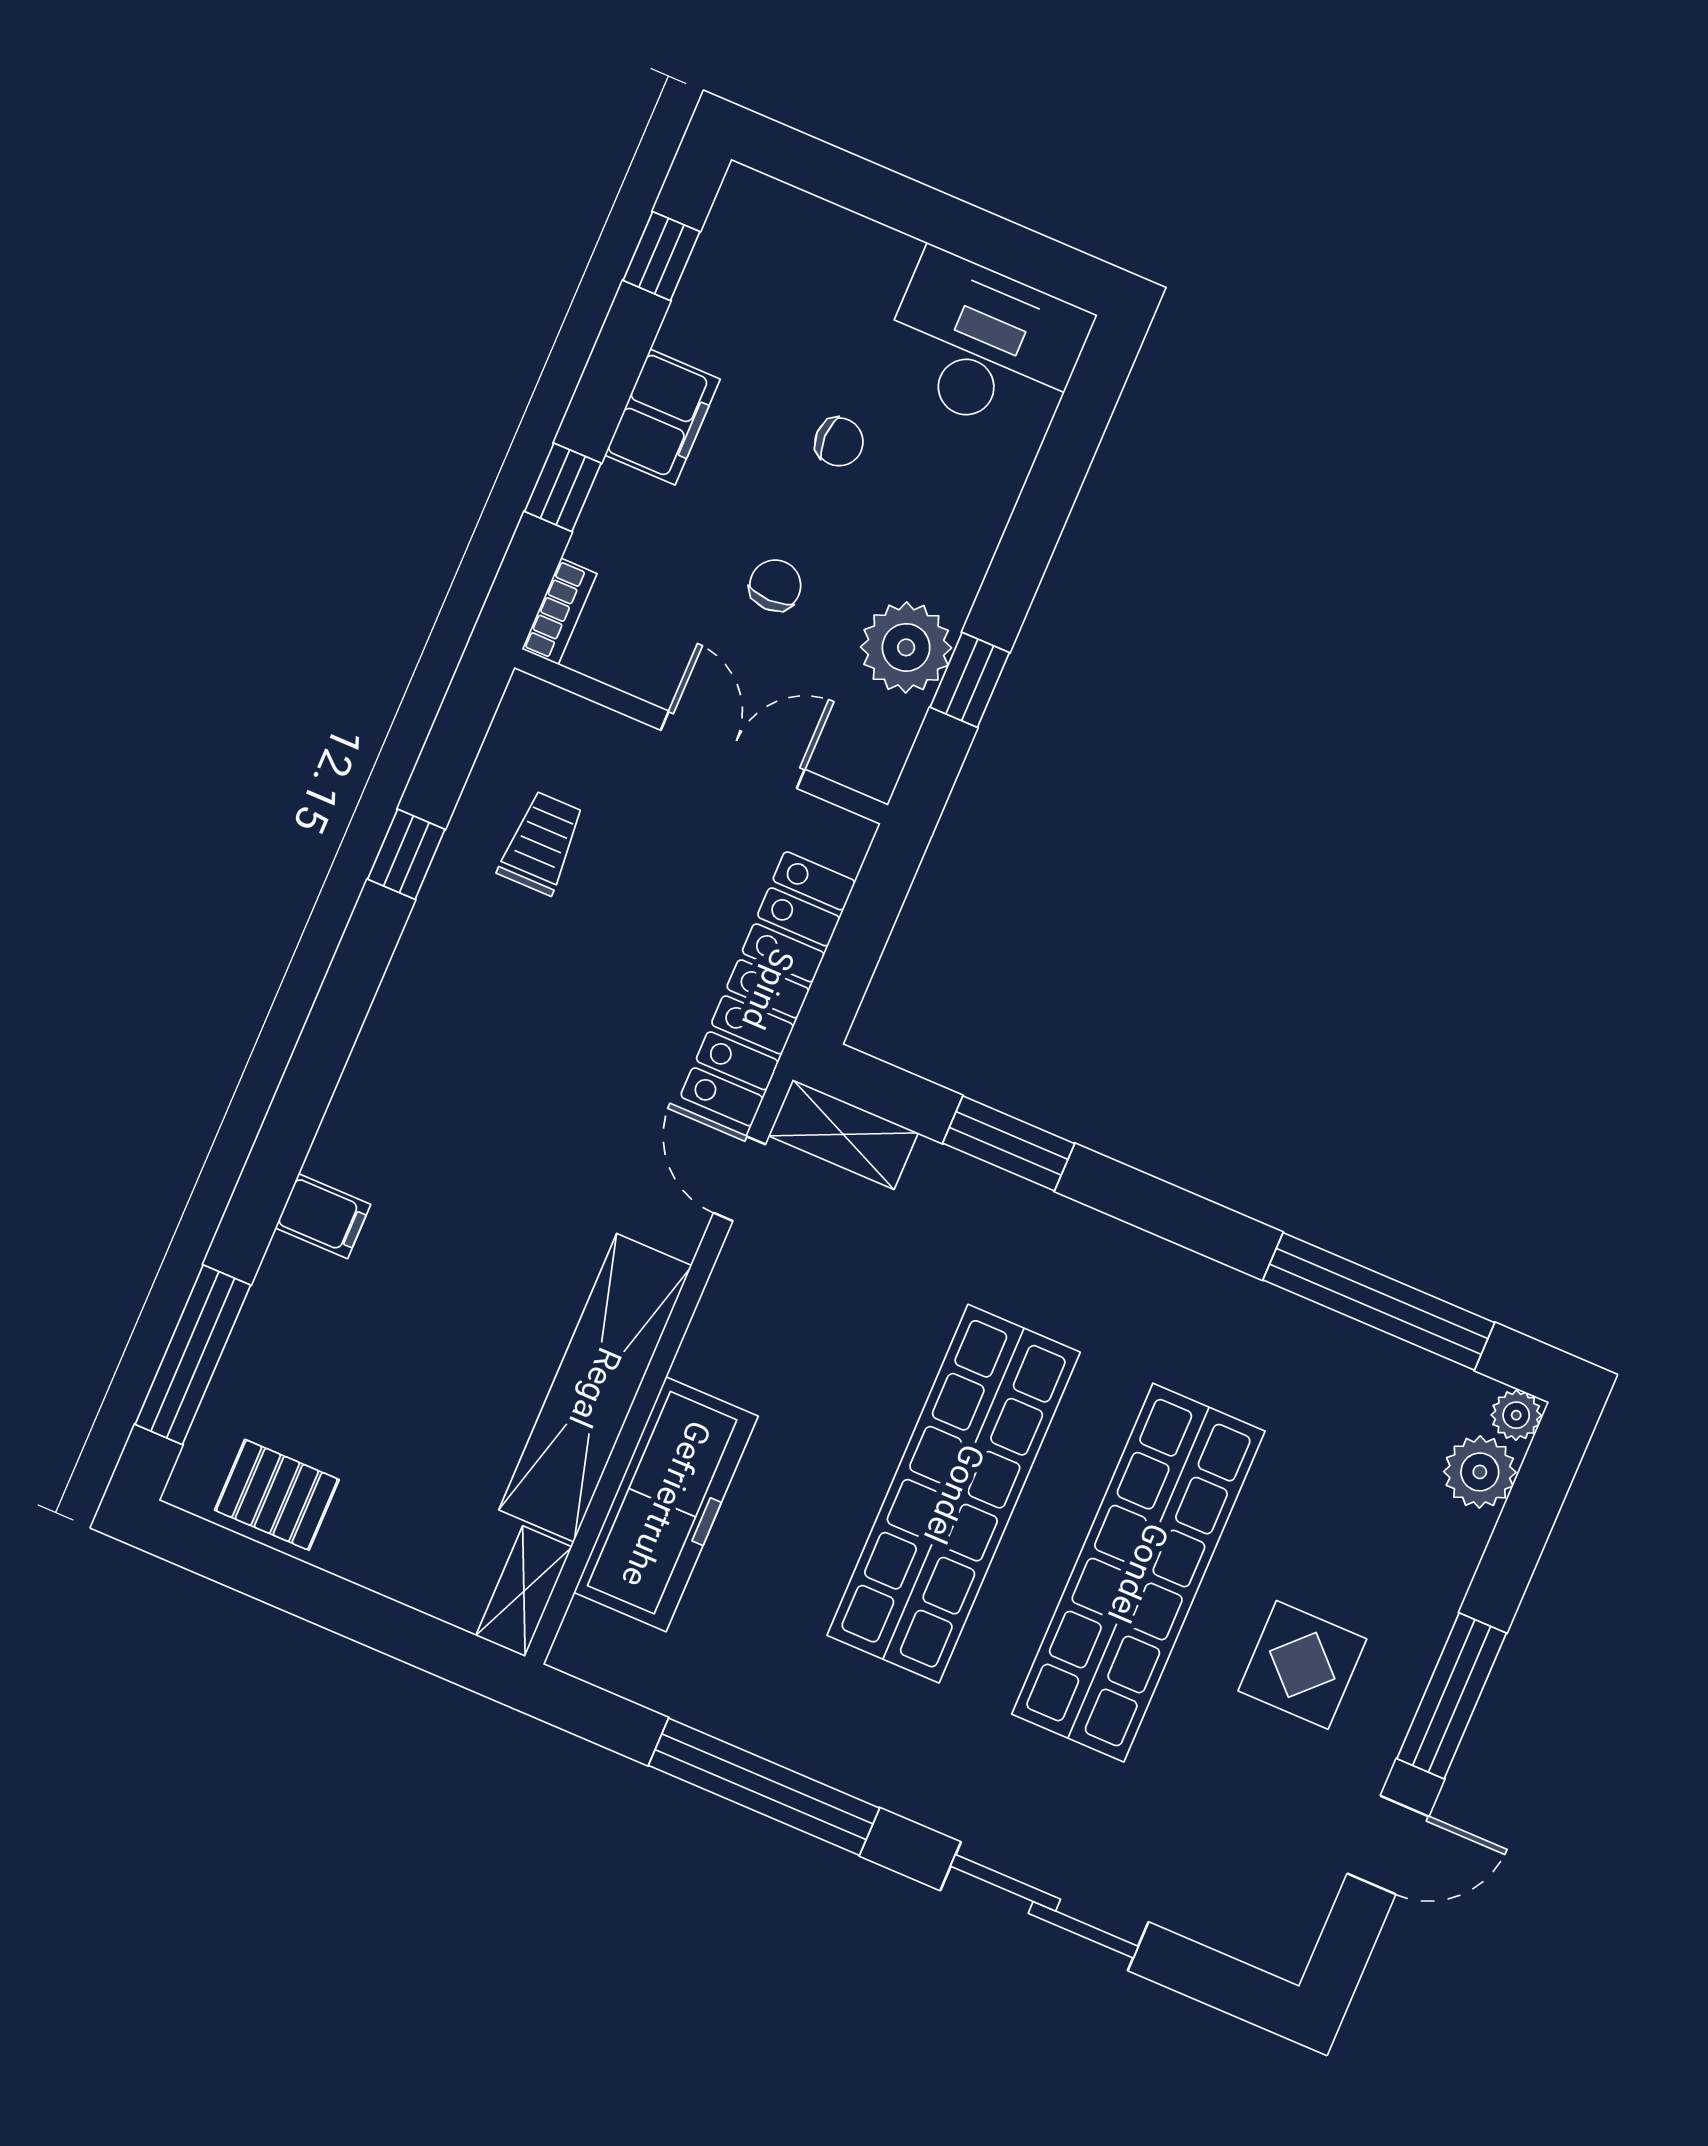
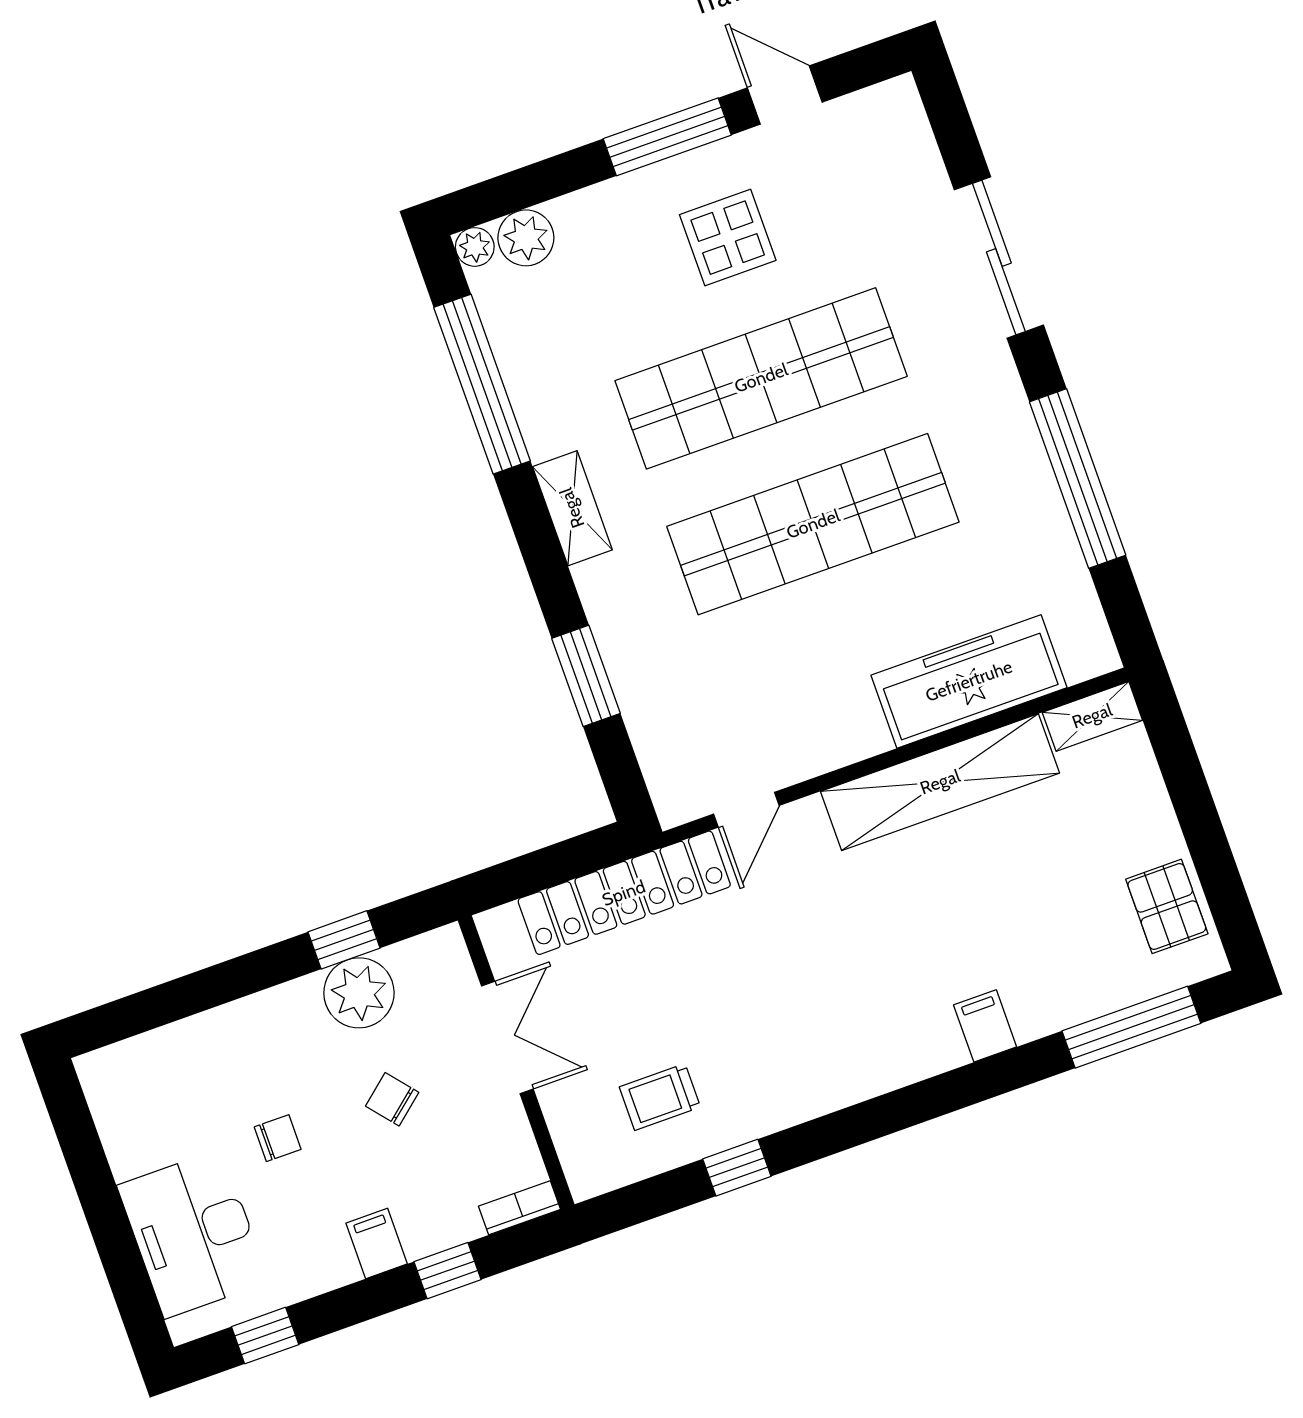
desk: (984, 346) -> (193, 1234), moved
filing cabinet: (662, 417) -> (377, 1243), width x0.50
chair: (839, 442) -> (278, 1138), turned 90
chair: (775, 585) -> (392, 1099), turned 50
double door: (733, 750) -> (507, 1038), swing flipped
shelving: (843, 1134) -> (572, 508), moved

